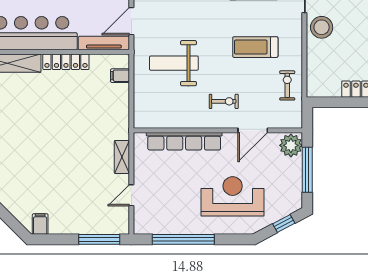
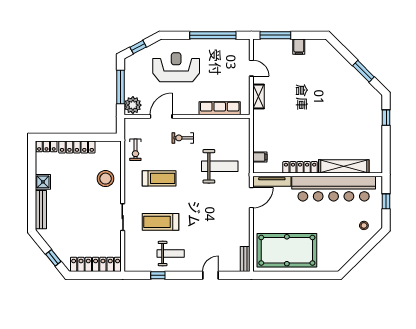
stool: (322, 27) -> (106, 179), moved
row of seats: (184, 141) -> (220, 108), width x0.73
door: (131, 195) -> (251, 68), hinge flipped
reception desk: (233, 196) -> (176, 67), turned 180
filing cabinet: (40, 224) -> (299, 47), moved

